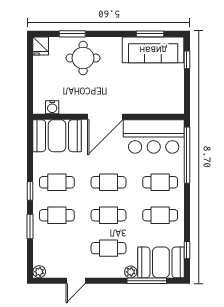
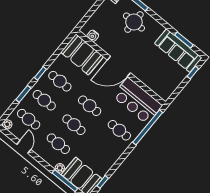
cafe table: (160, 215) -> (29, 119), moved
door: (76, 281) -> (24, 147), swing flipped

